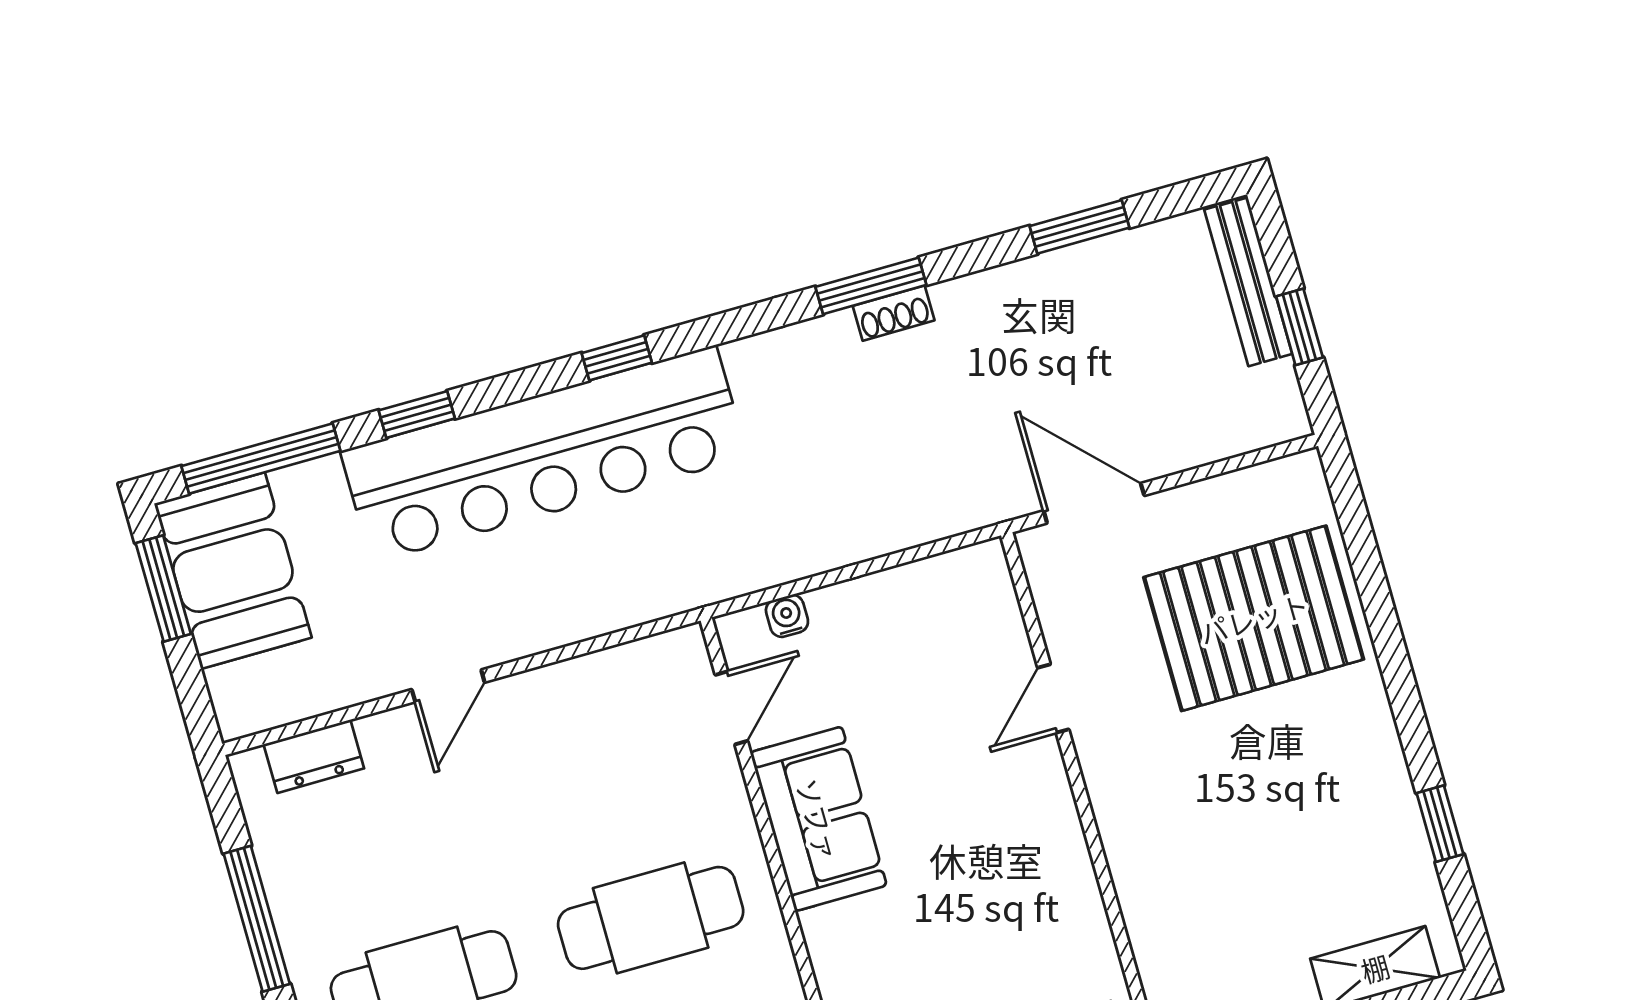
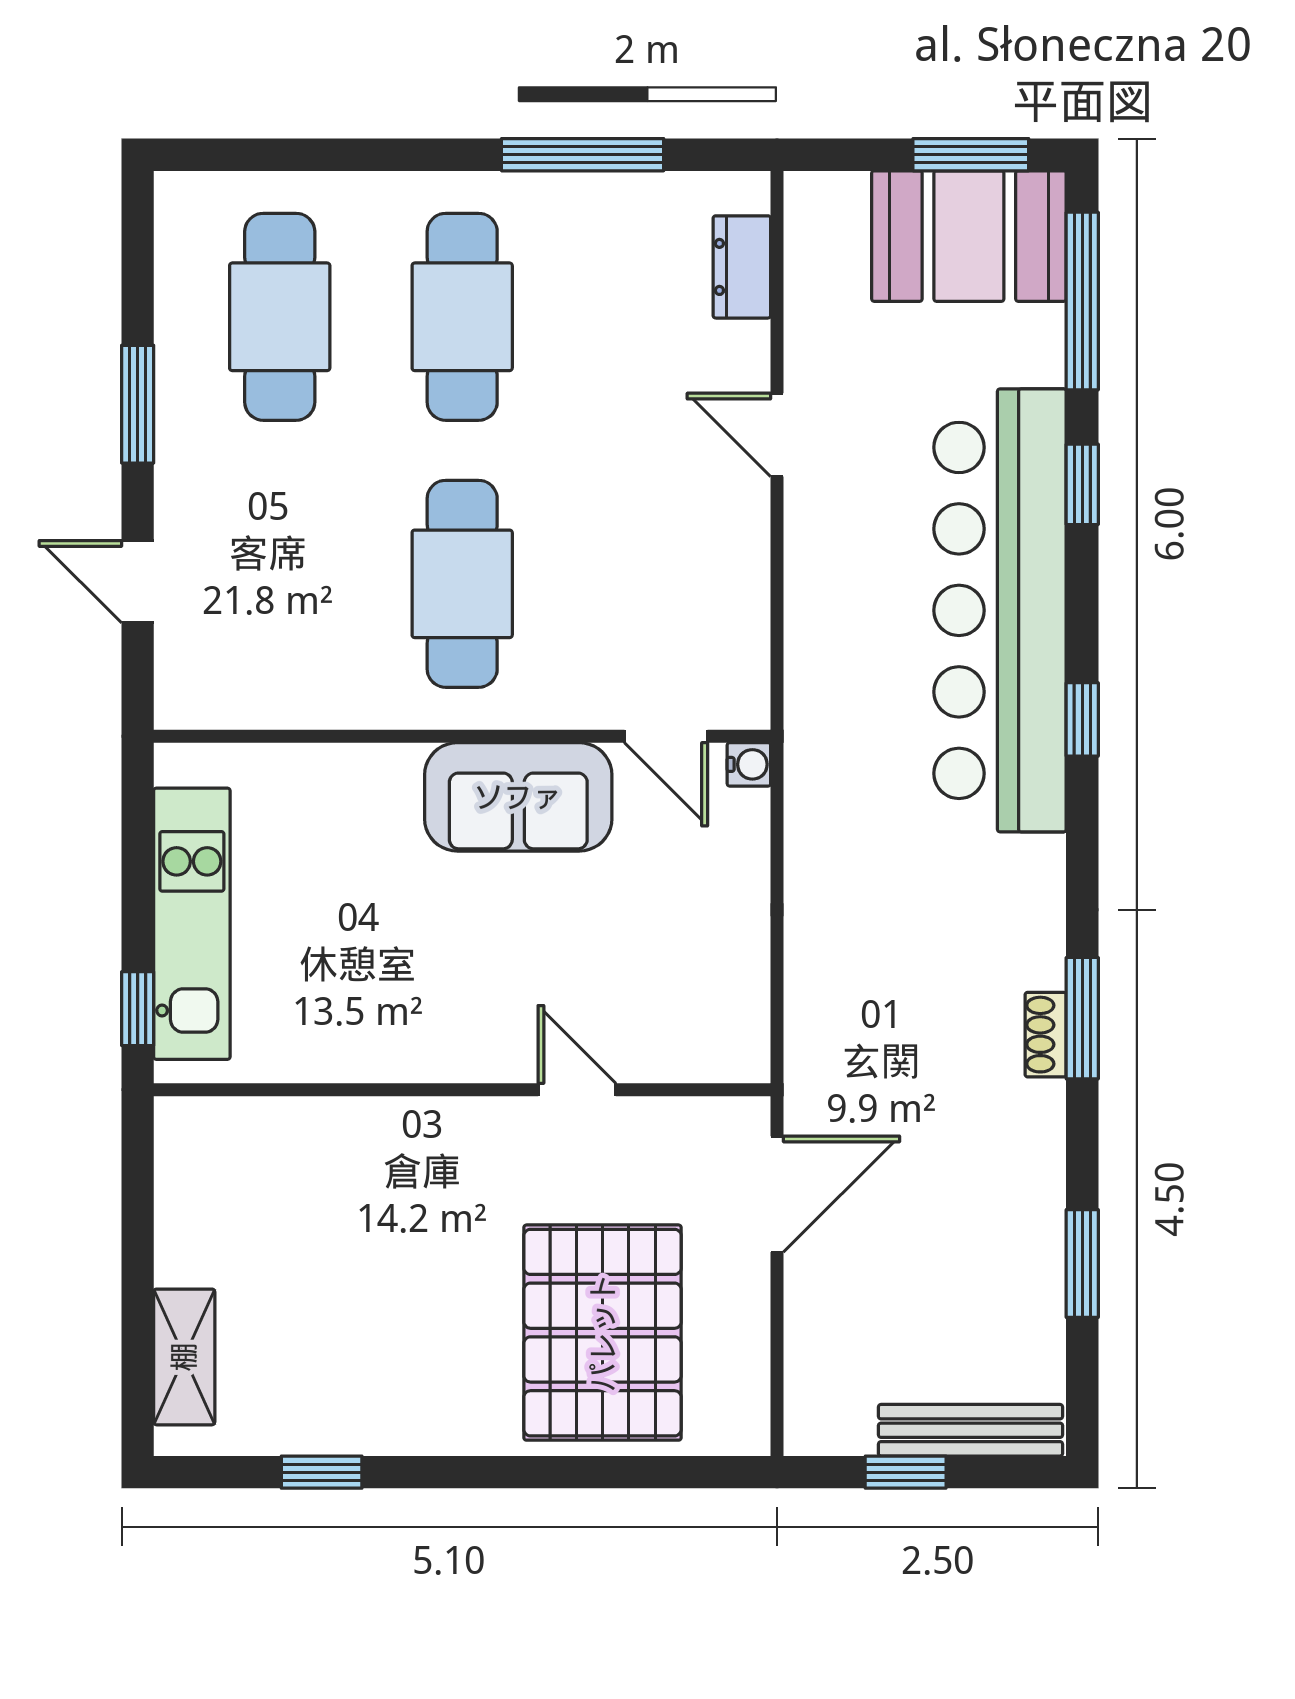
water cooler: (787, 616) -> (749, 764), moved

